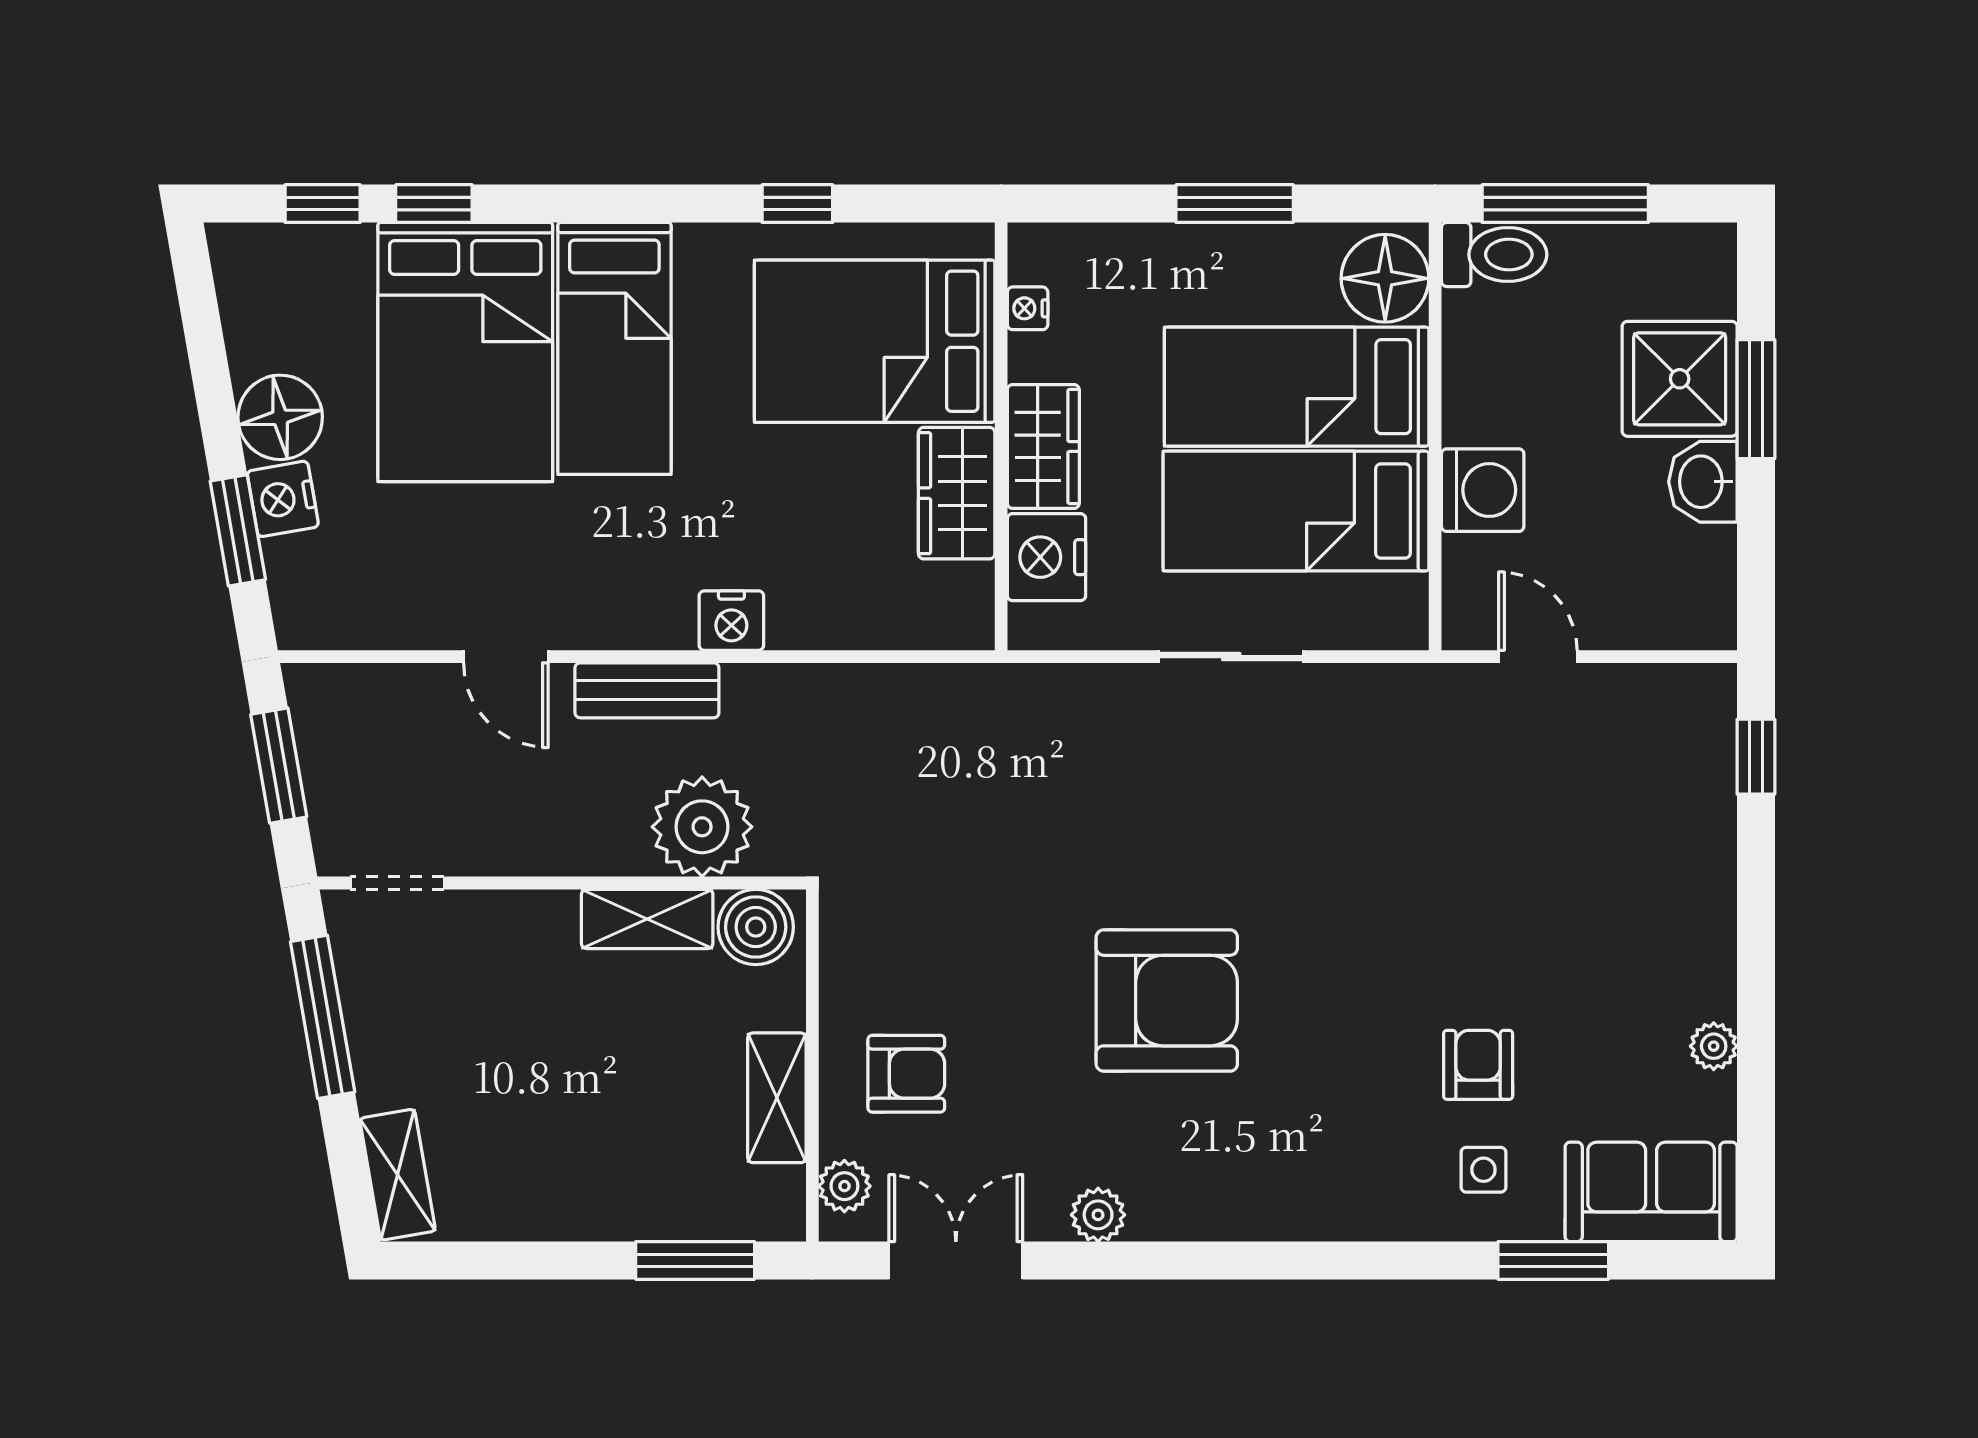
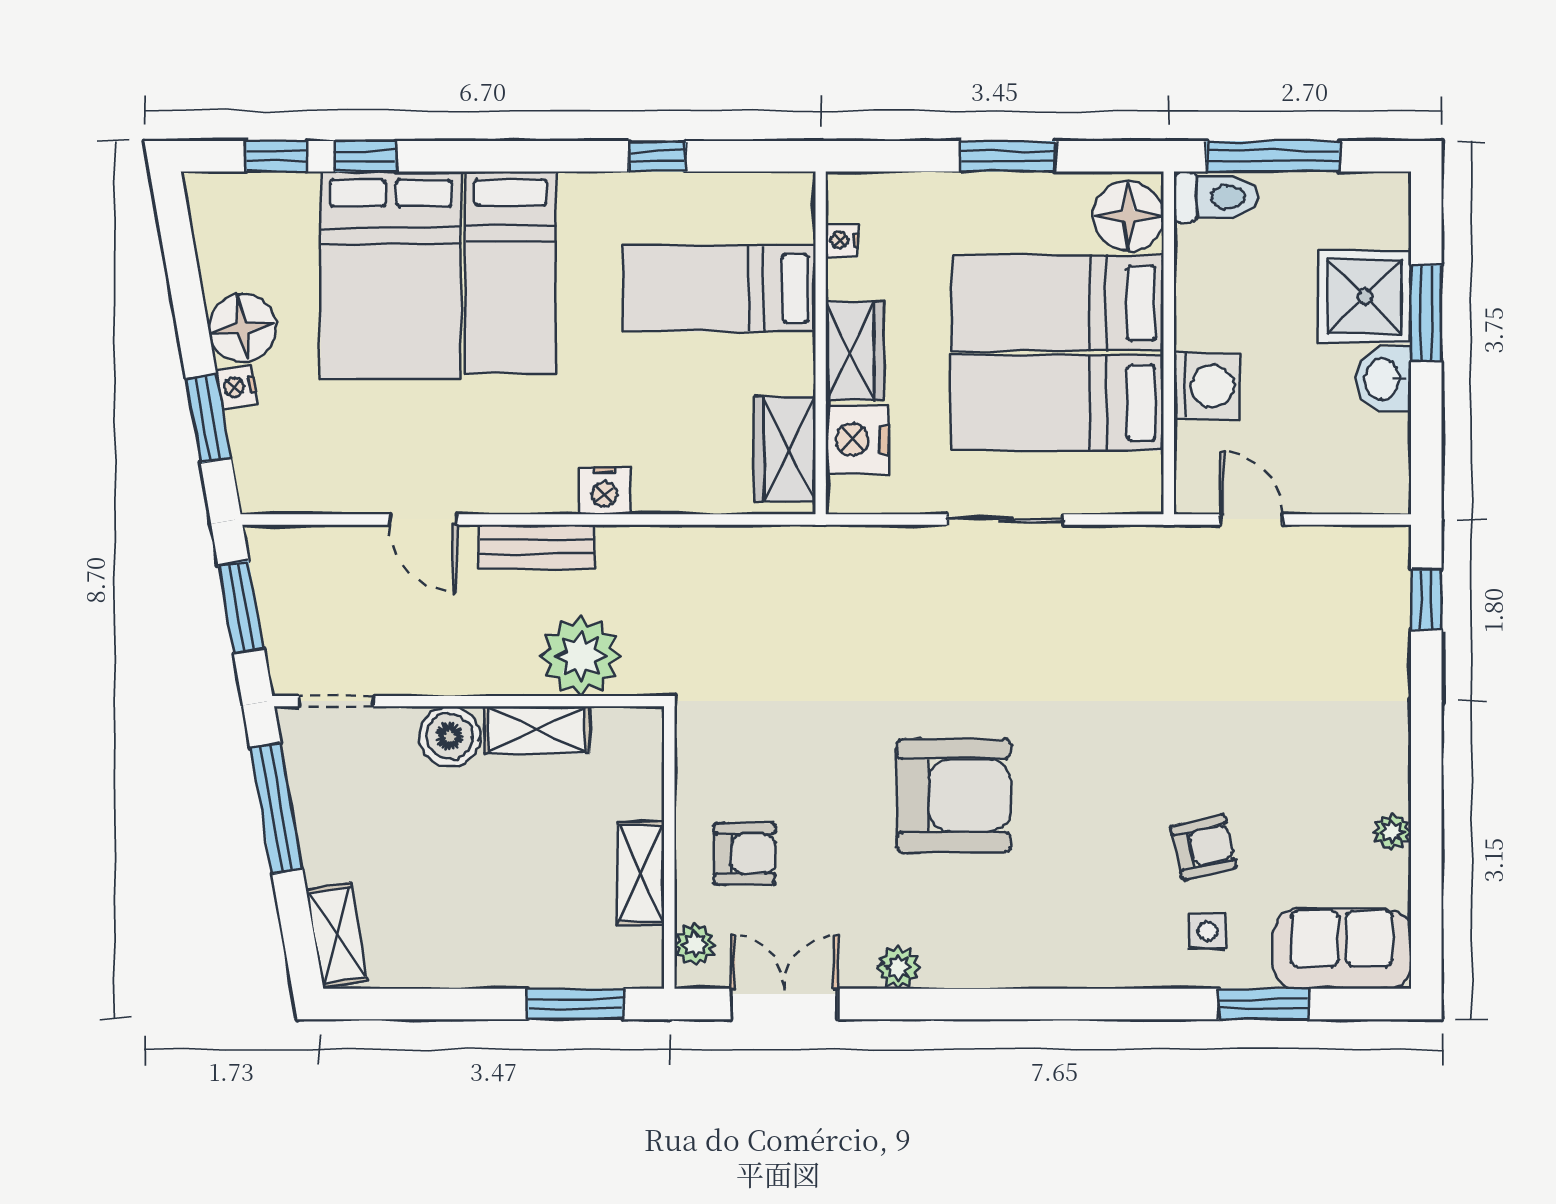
bed: (875, 341) -> (719, 288), width x0.67
wardrobe: (957, 493) -> (785, 449), moved
nightstand: (283, 499) -> (237, 387), width x0.72, depth x0.74
boiler: (756, 927) -> (450, 736), moved
armchair: (1478, 1065) -> (1203, 847), turned 77

